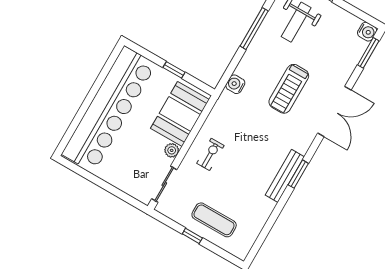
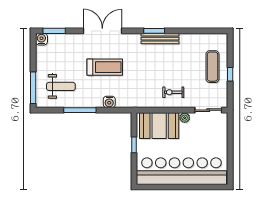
water cooler: (235, 84) -> (109, 102), moved

